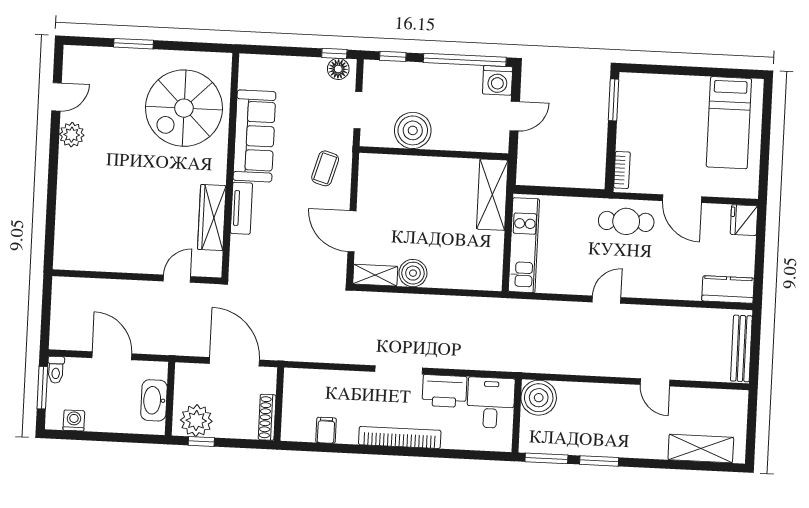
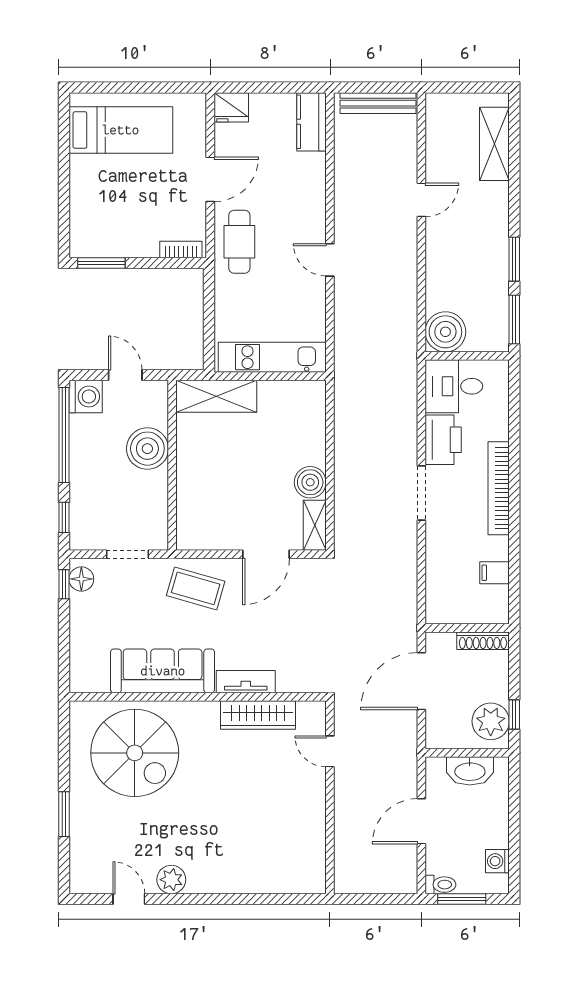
boiler: (413, 130) -> (147, 449), moved
coffee table: (325, 168) -> (196, 588), width x1.36, depth x1.30

